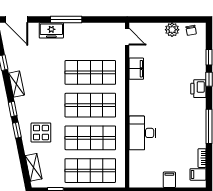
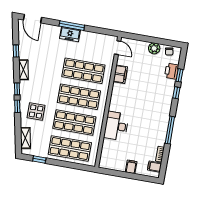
freezer: (51, 30) -> (70, 34), moved
printer: (198, 89) -> (172, 71), moved

